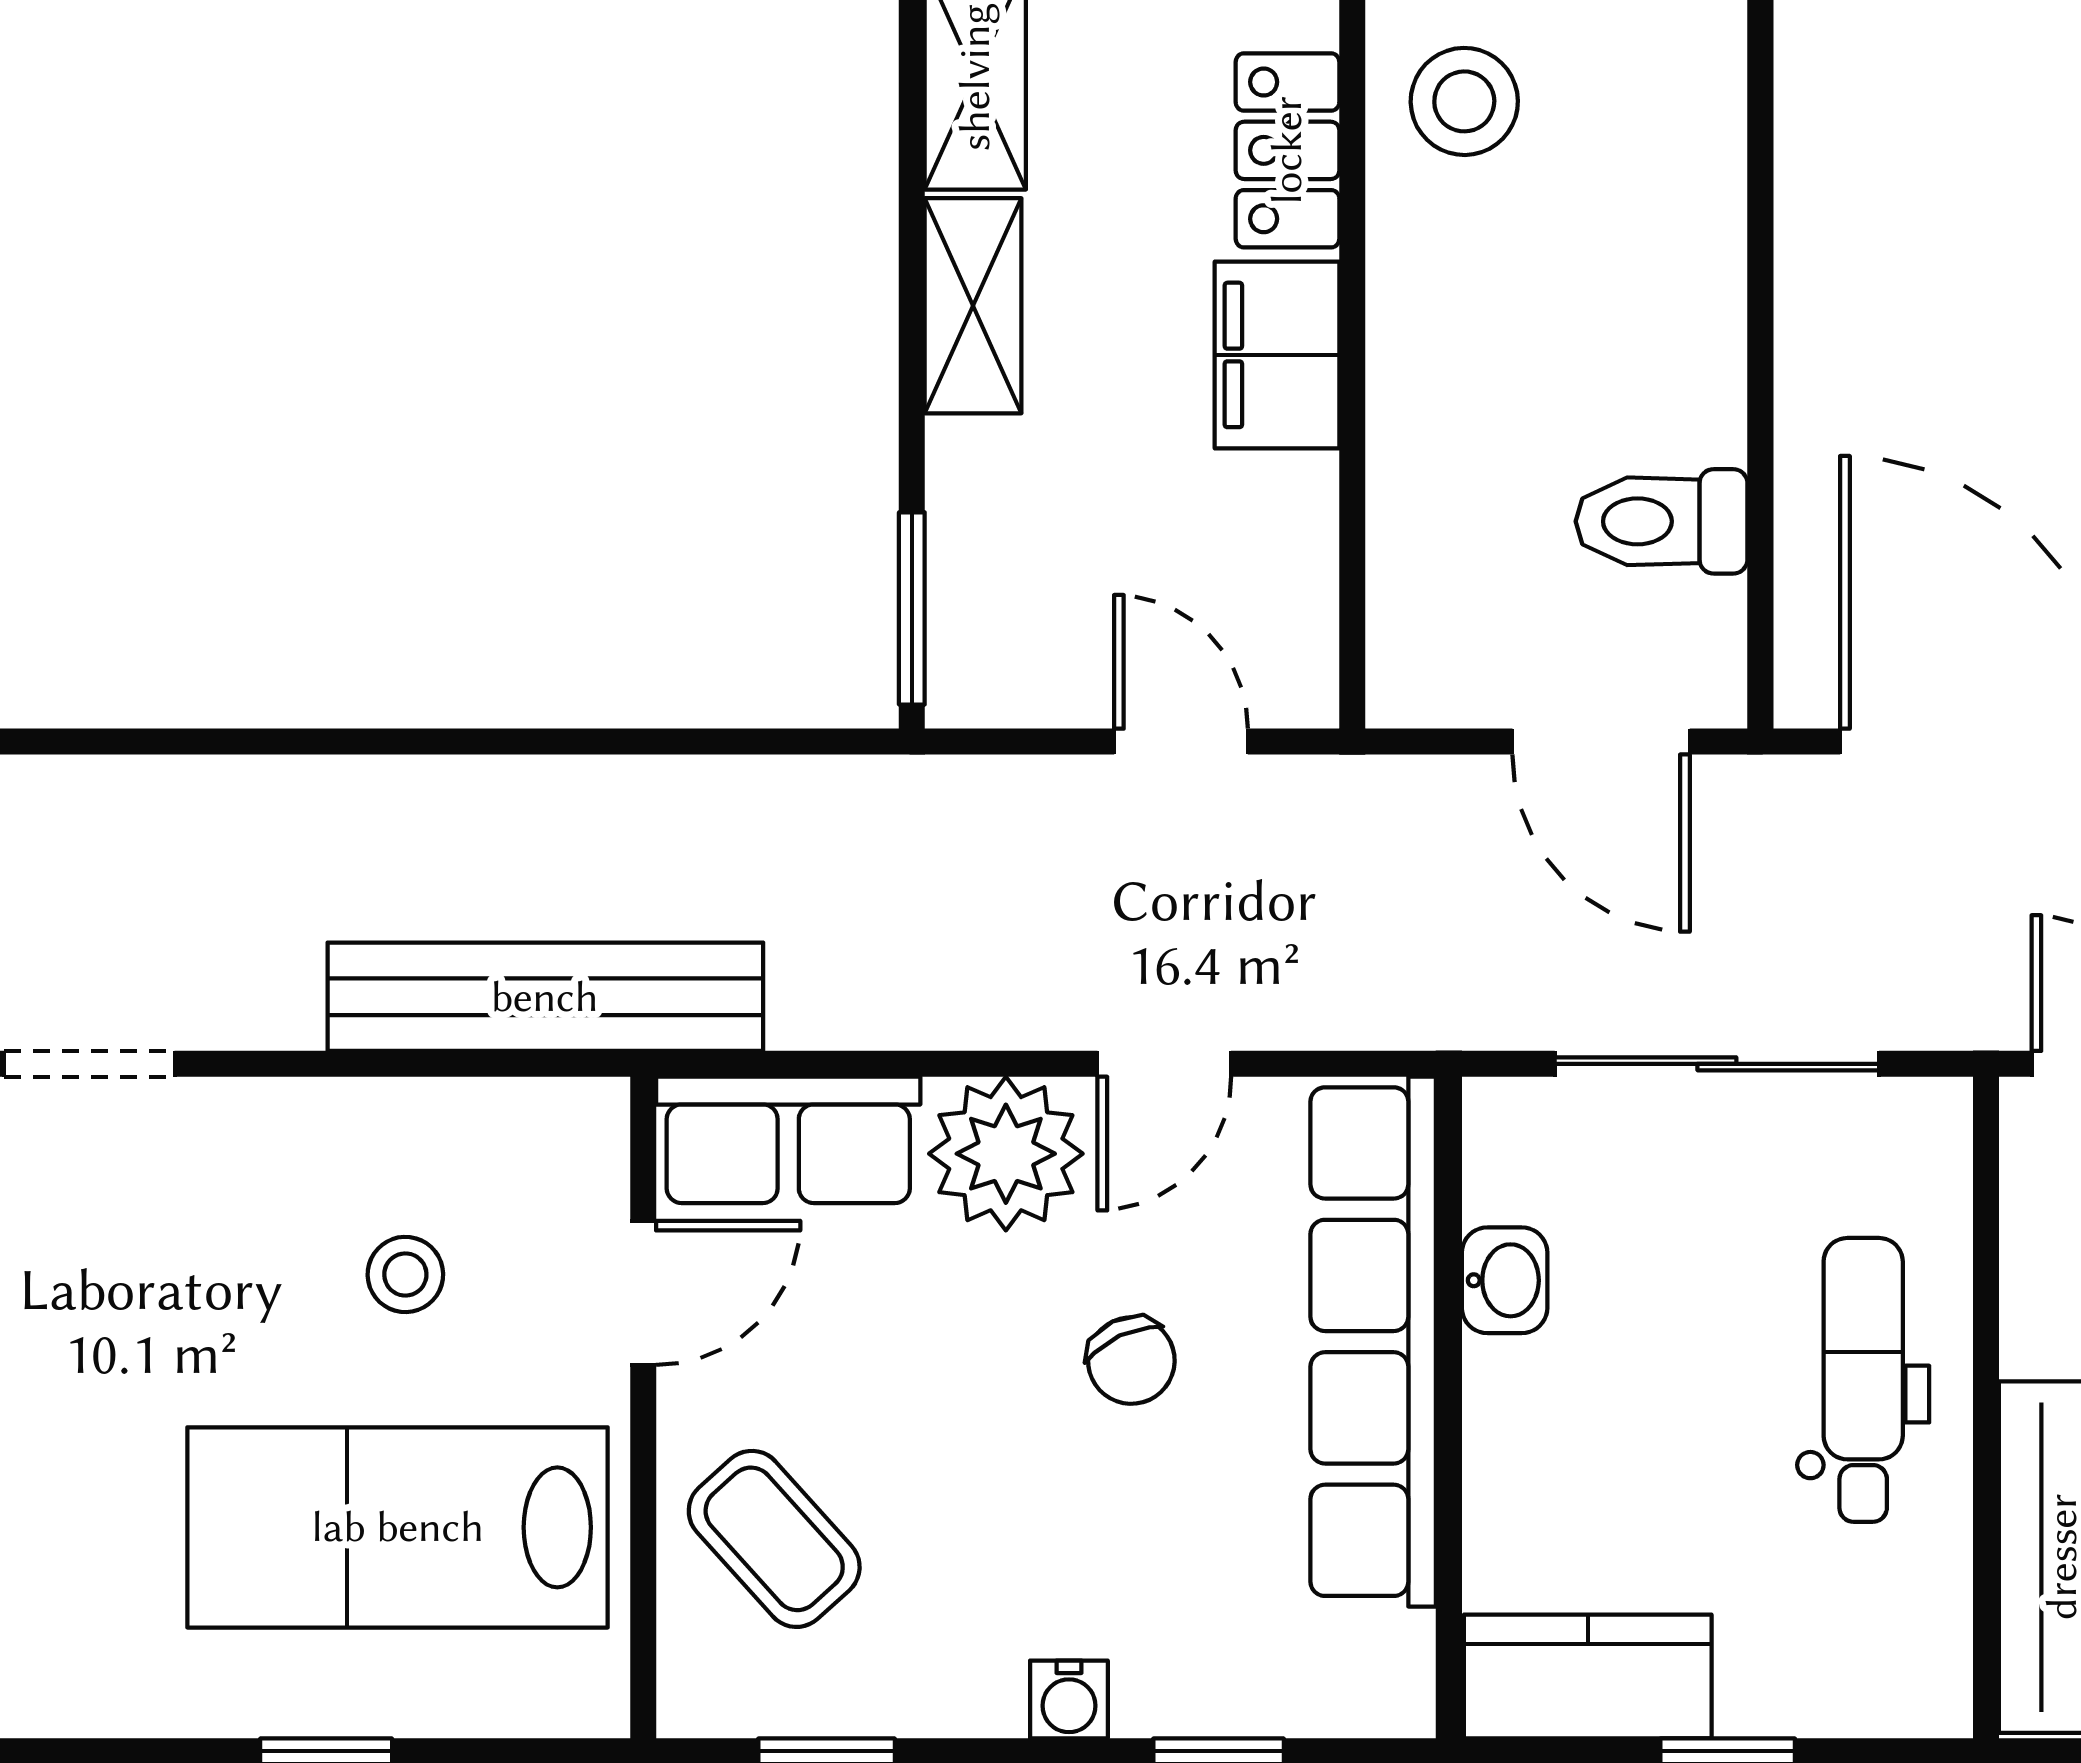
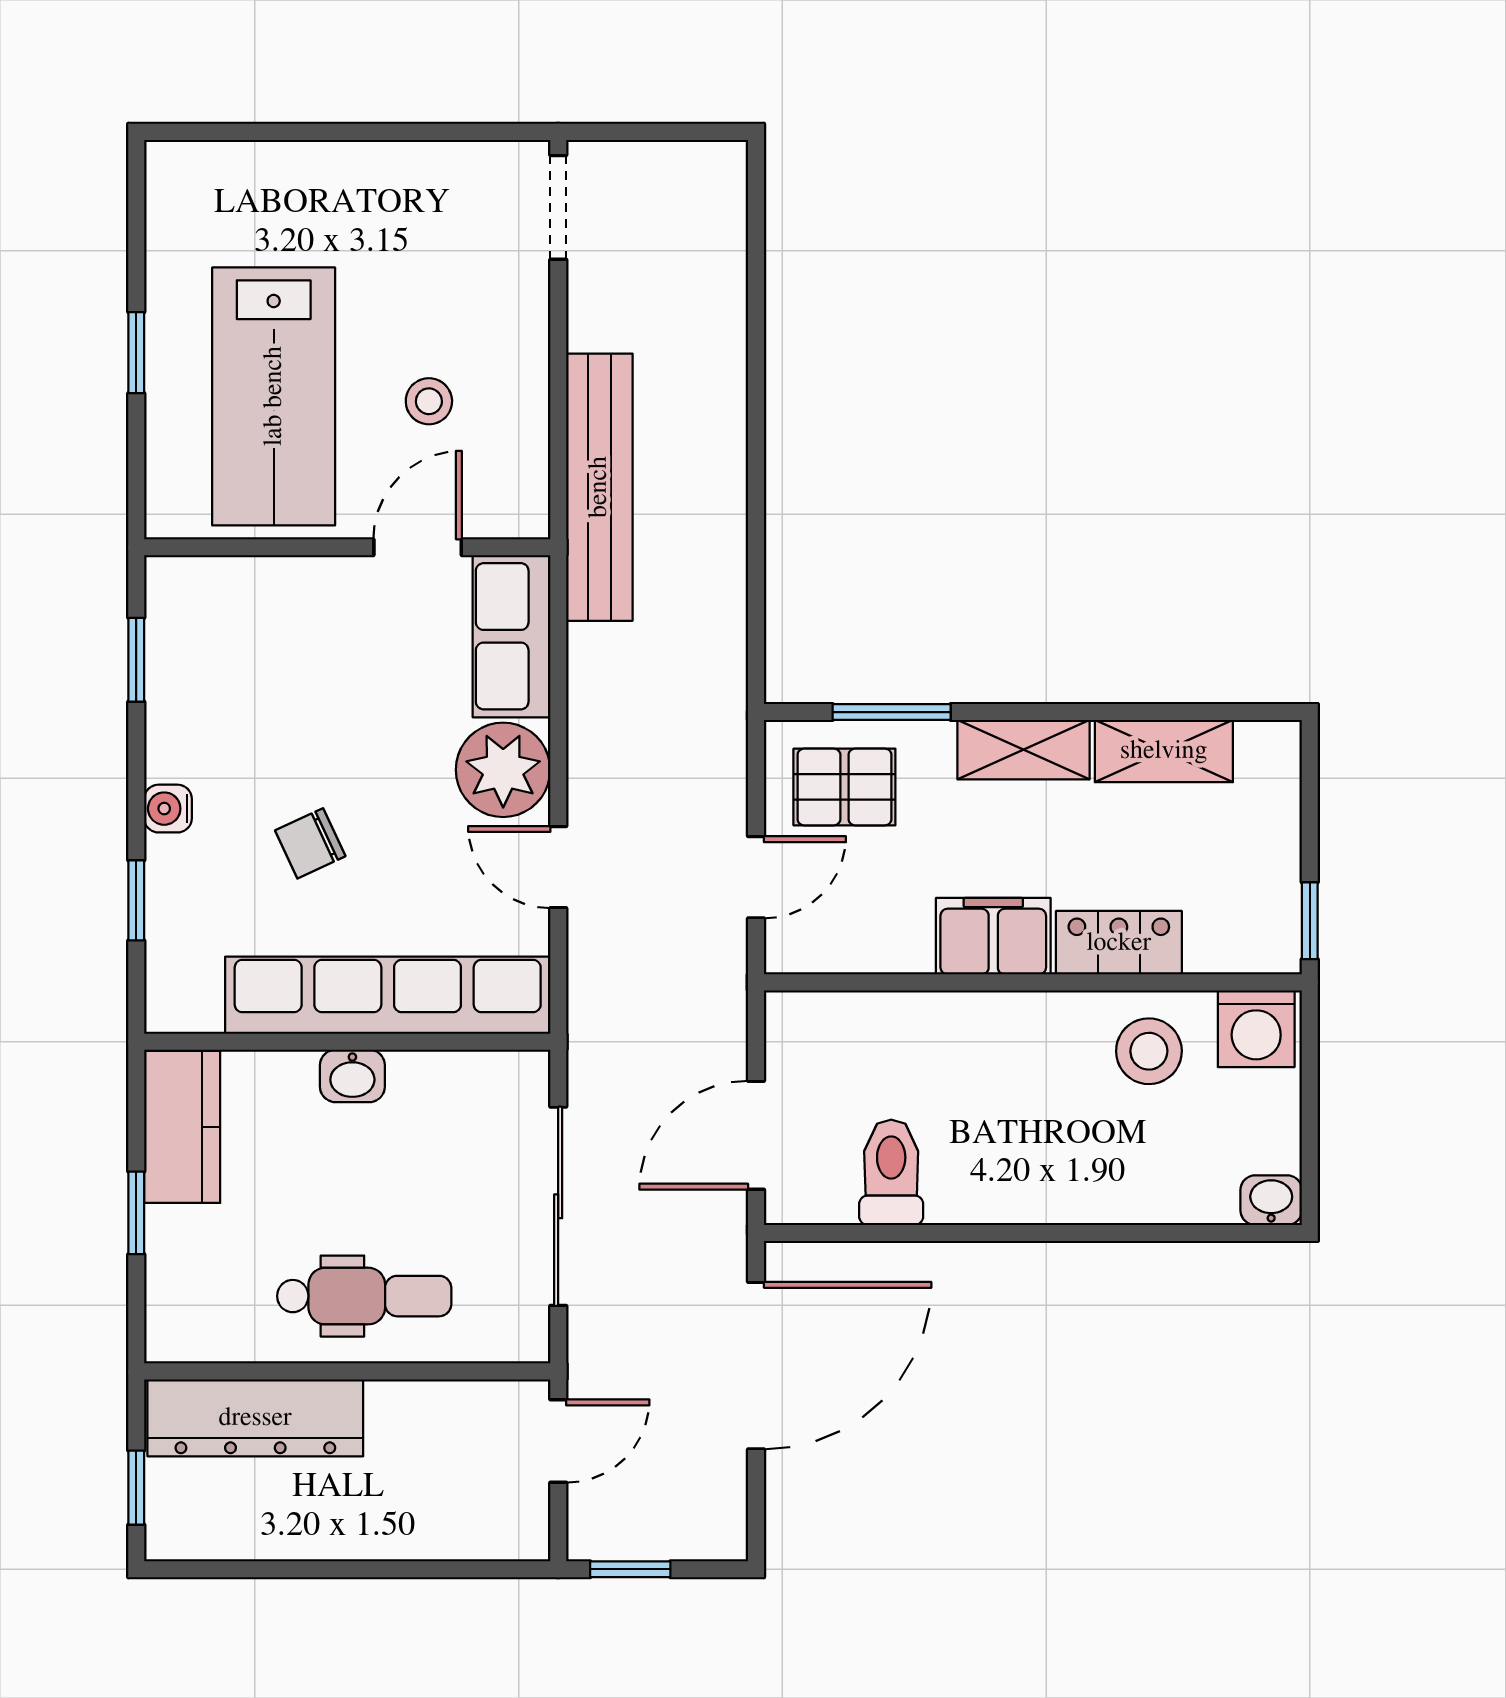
pallet: (1034, 597) -> (844, 787), added
window: (912, 608) -> (892, 712), moved
washbasin: (1505, 1280) -> (352, 1076), moved
door: (643, 1293) -> (418, 547), swing flipped
chair: (1131, 1361) -> (310, 843), moved
lab bench: (398, 1527) -> (274, 396), turned 180
coffee table: (774, 1539) -> (267, 628), removed

